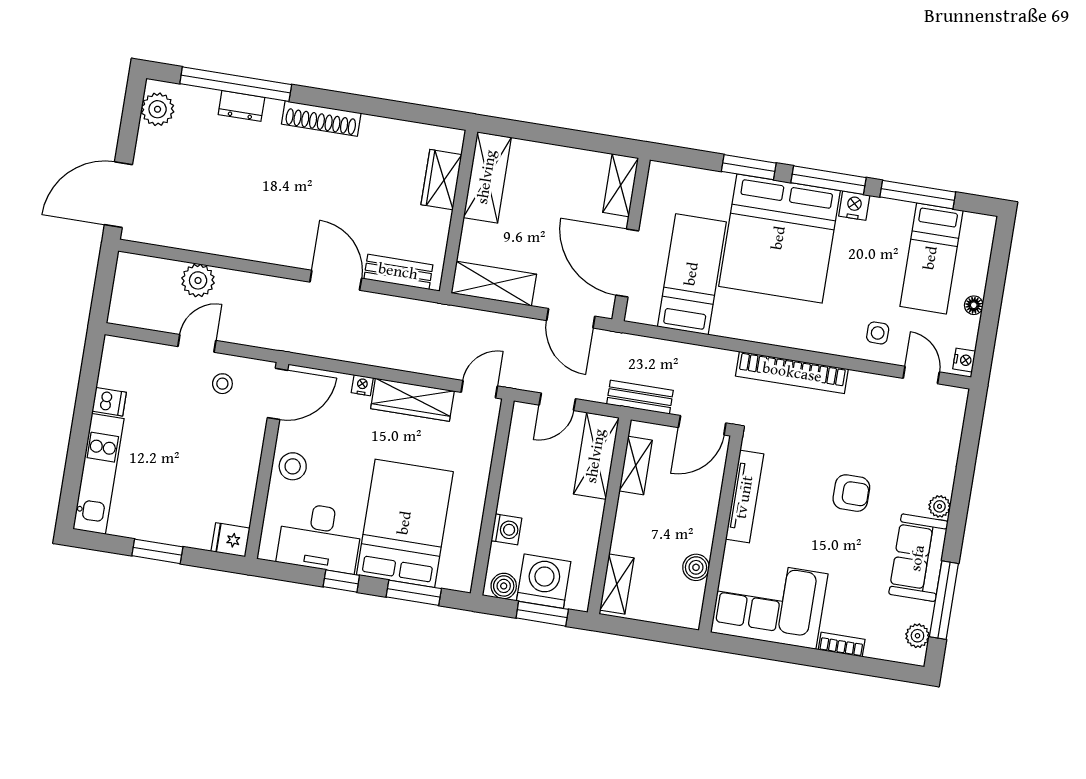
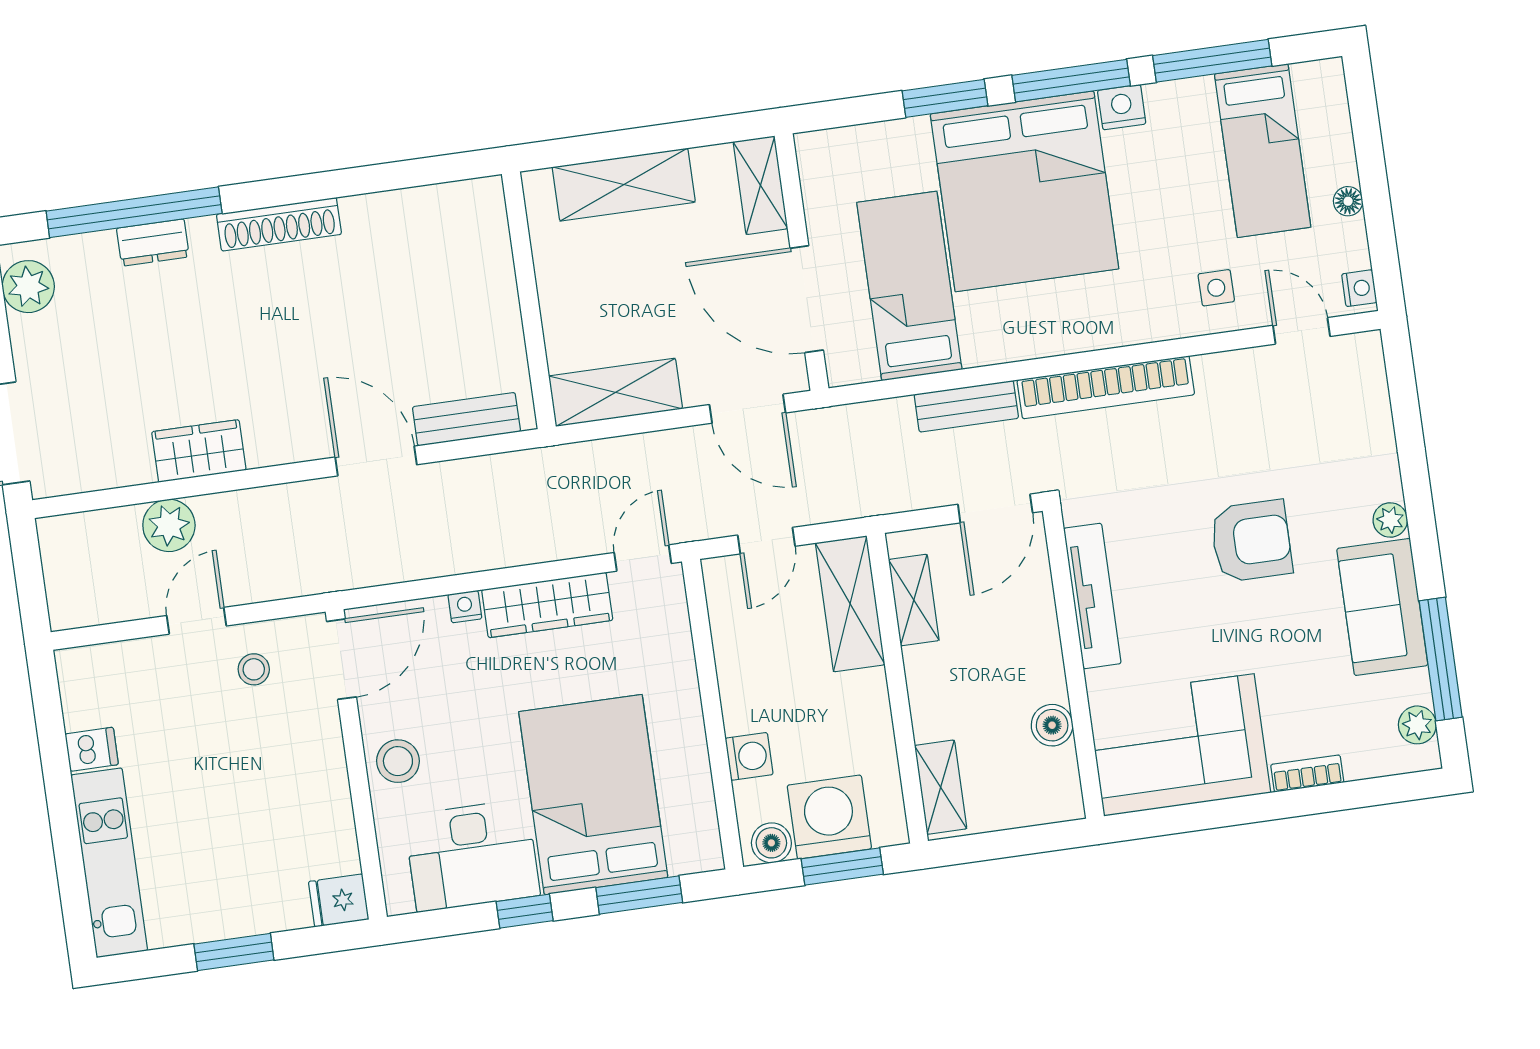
shelving: (487, 177) -> (624, 185), moved, turned 90
wardrobe: (441, 180) -> (199, 451), moved, turned 90
bench: (640, 397) -> (966, 406), moved
armchair: (851, 493) -> (1251, 541), width x1.38, depth x1.38

